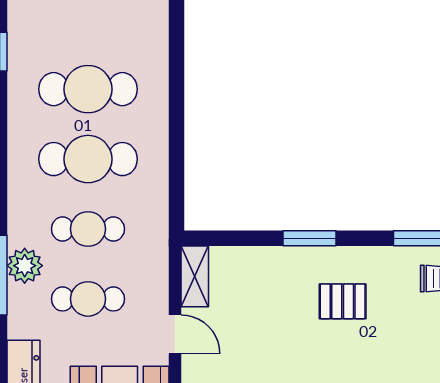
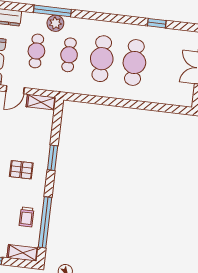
pallet: (343, 301) -> (21, 170), turned 90

